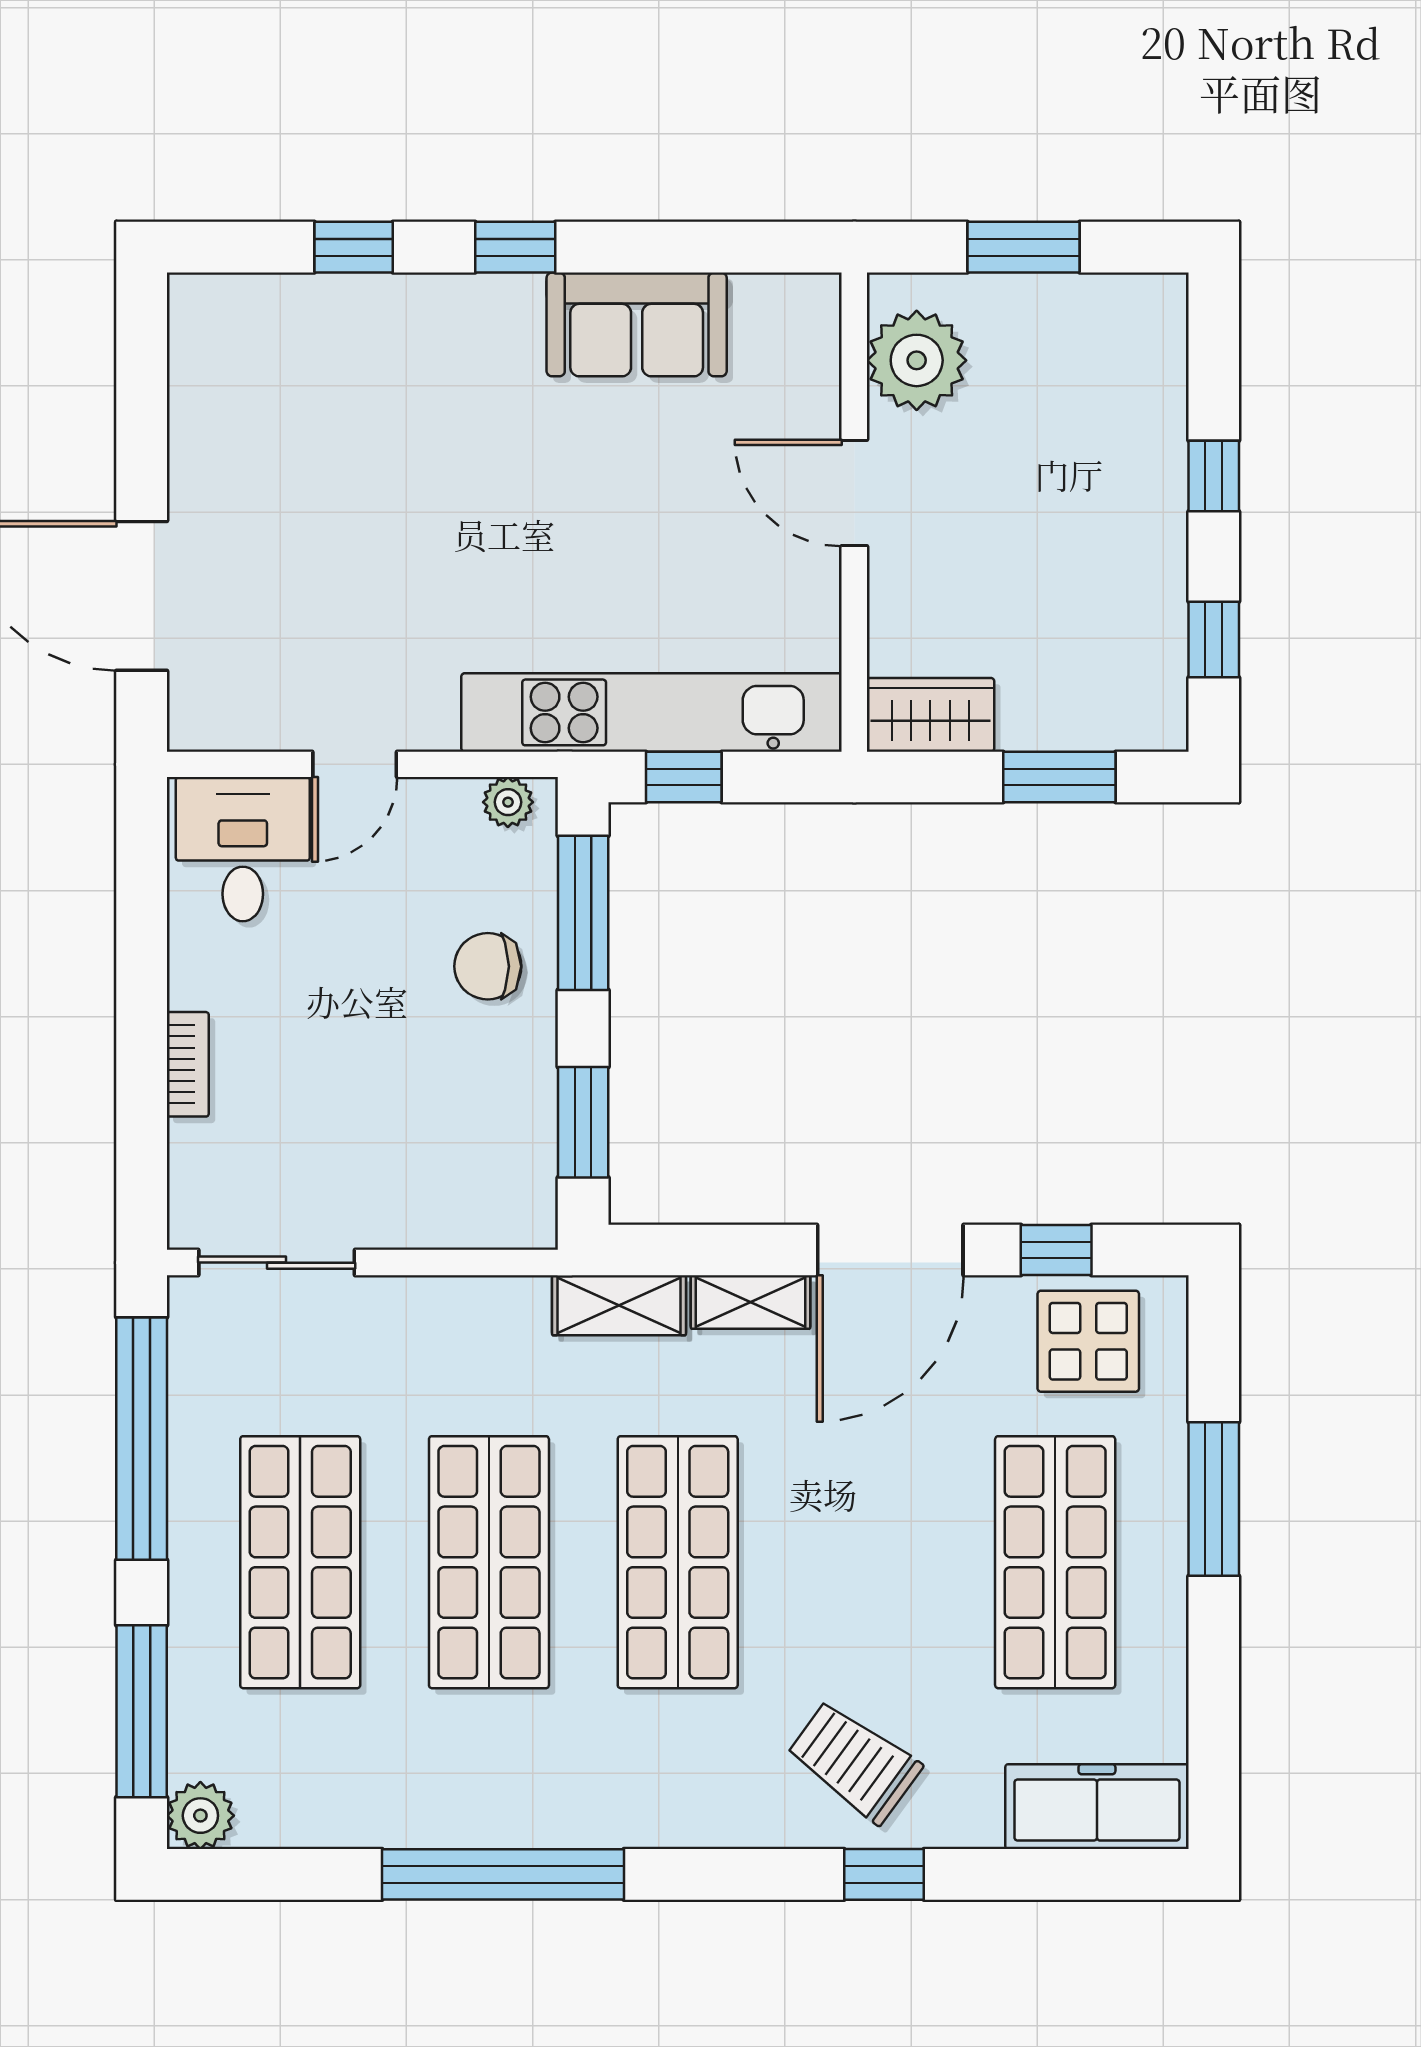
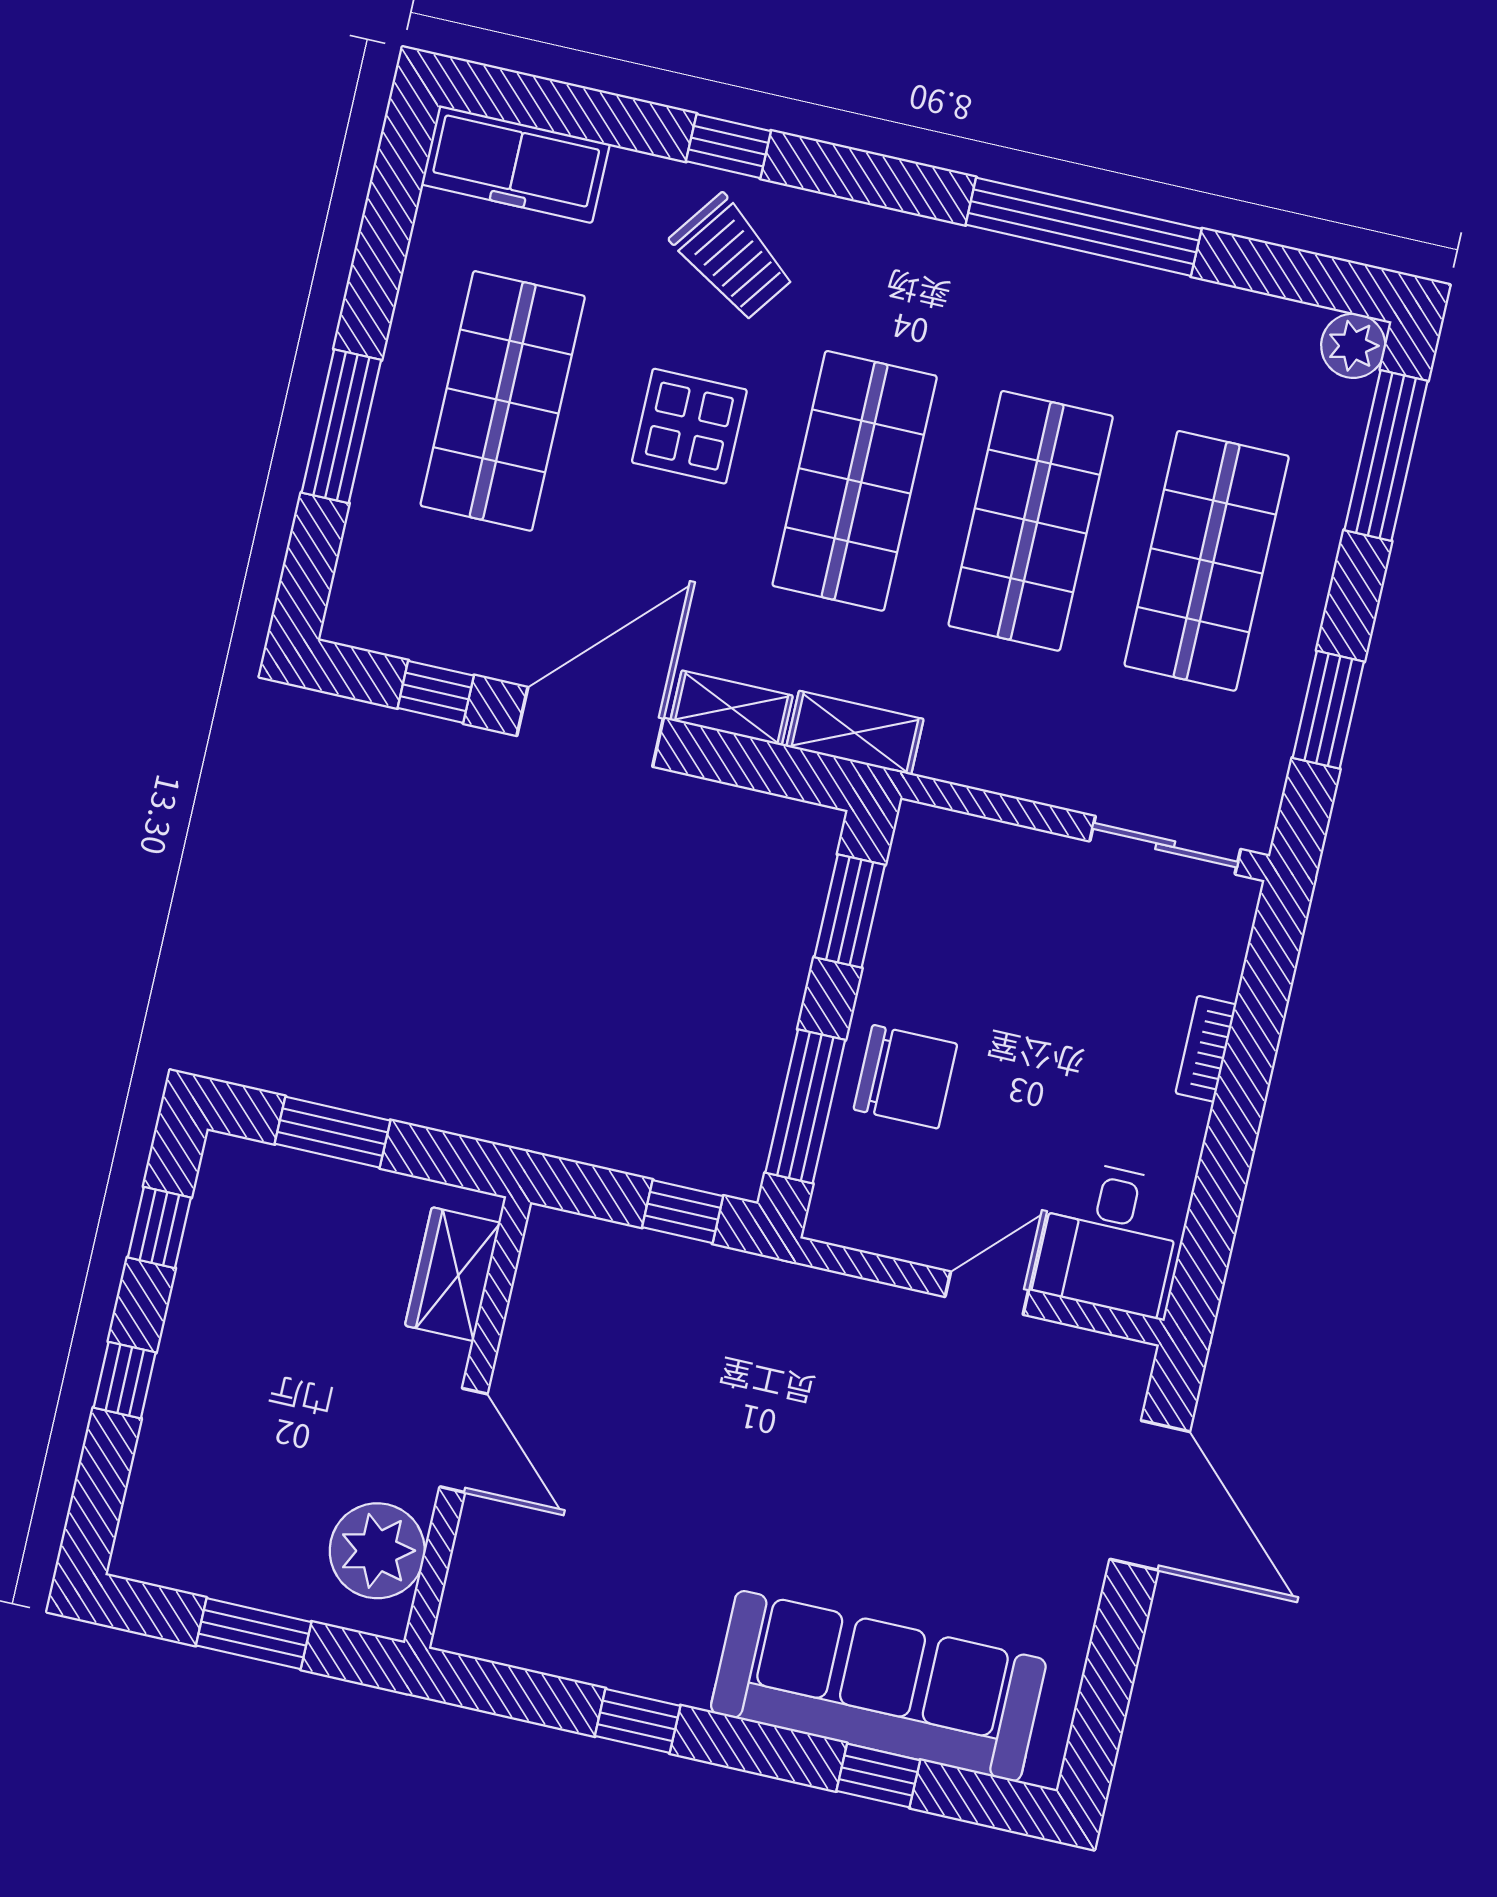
window: (515, 247) -> (638, 1721), moved
sofa: (637, 324) -> (878, 1686), moved, width x1.85, depth x1.27
kitchen unit: (652, 712) -> (699, 1279), removed
wardrobe: (930, 715) -> (453, 1274), moved, turned 90
plant: (508, 802) -> (852, 1225), removed
chair: (488, 966) -> (905, 1077), width x1.37, depth x1.37
display table: (1088, 1341) -> (689, 426), moved
window: (142, 1439) -> (1328, 710), width x0.47

